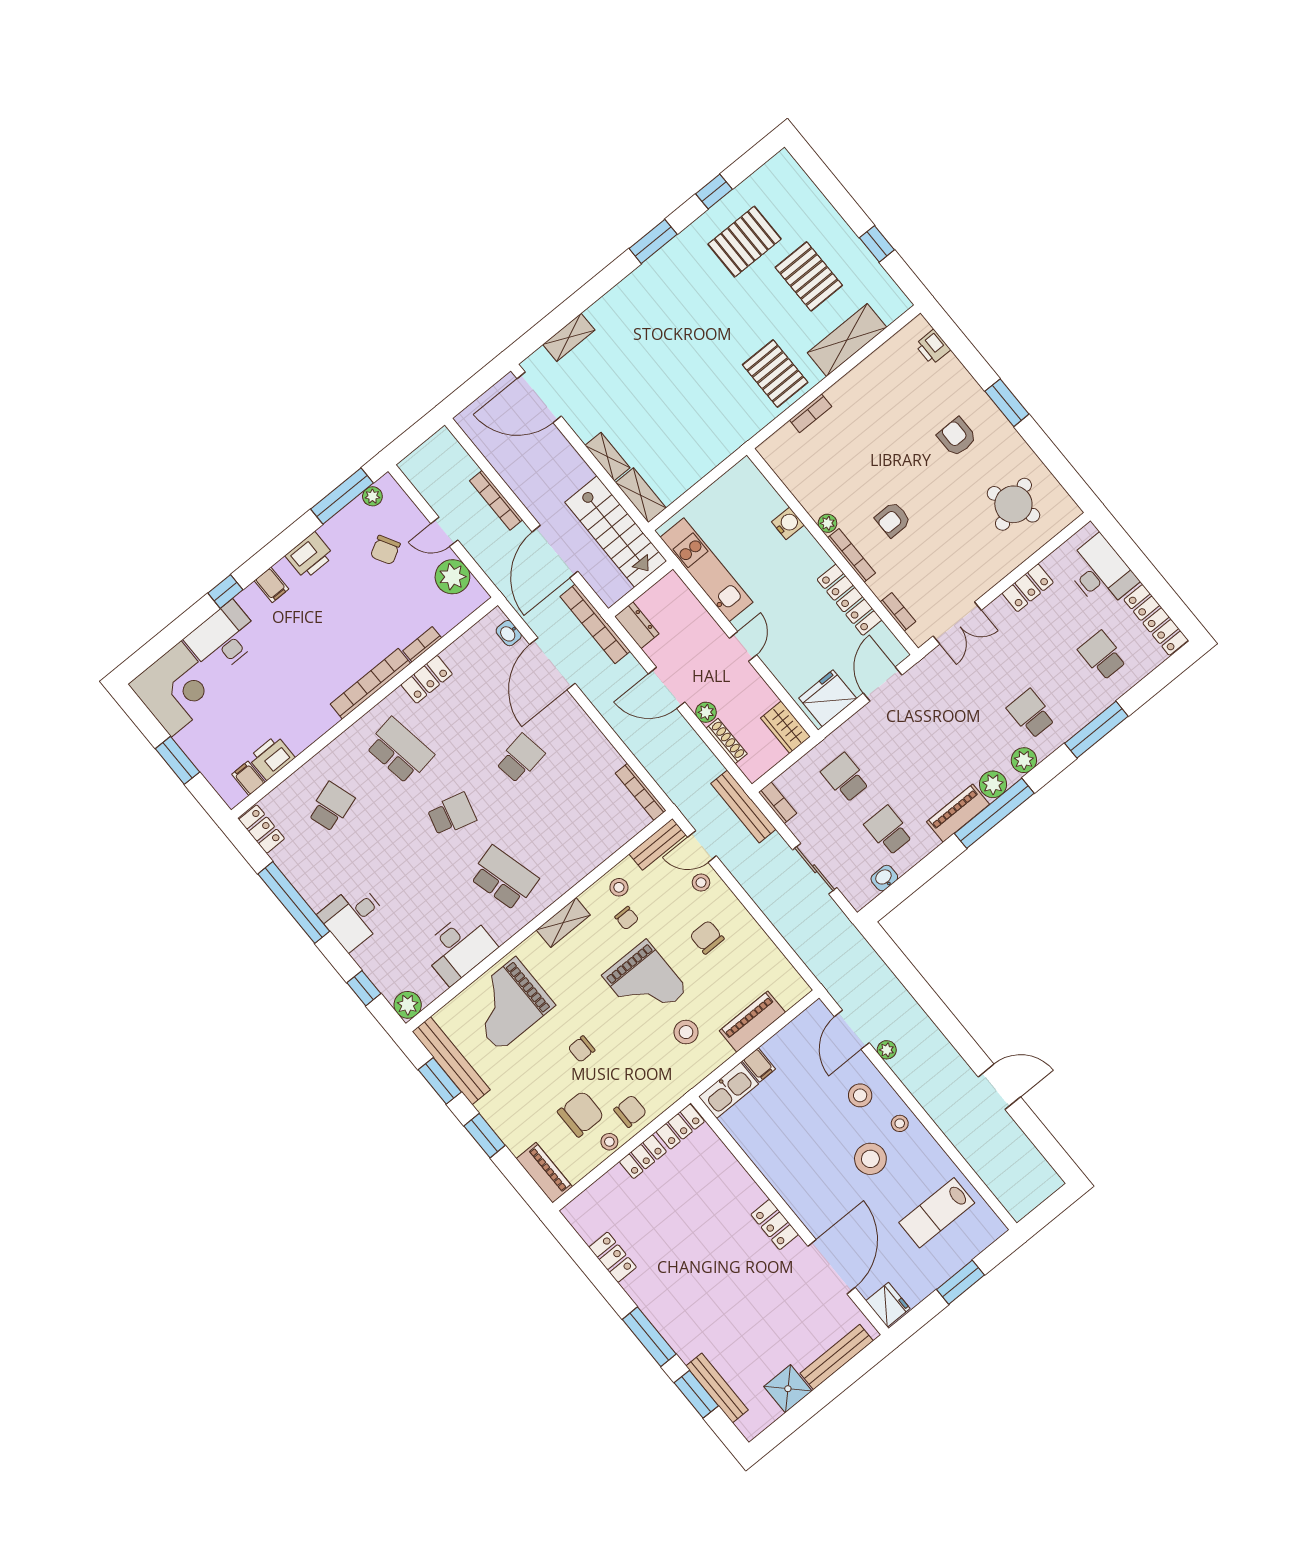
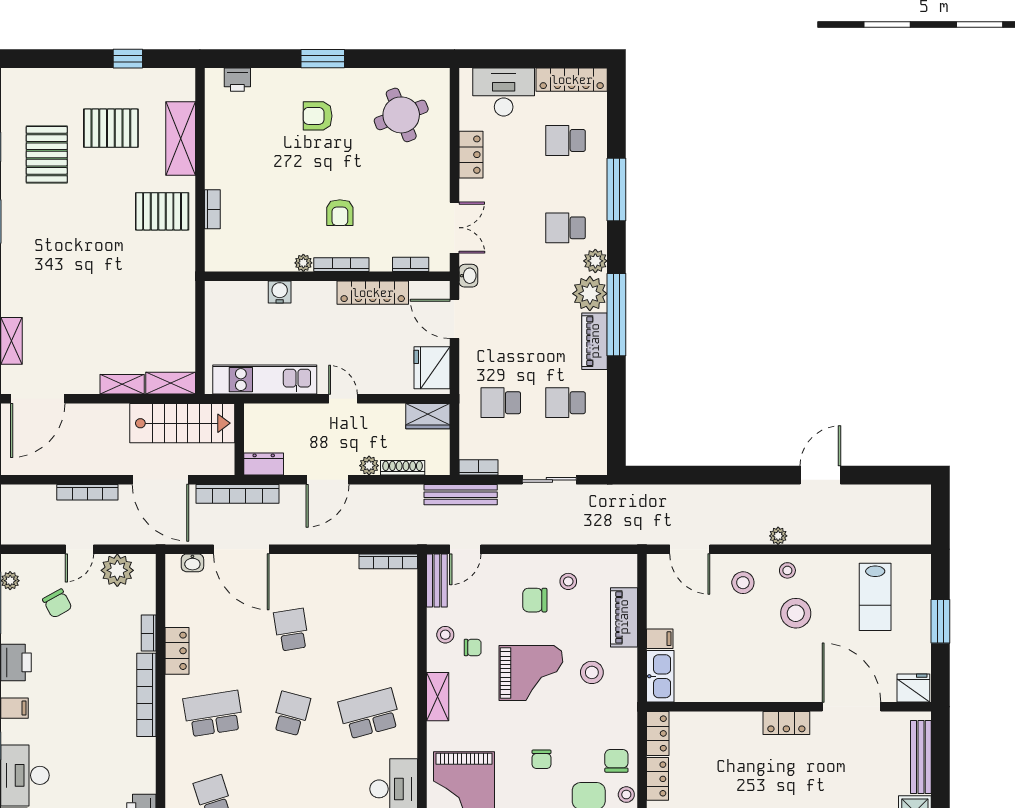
plant: (993, 784) -> (590, 294), width x1.36, depth x1.36
washbasin: (884, 878) -> (468, 276), moved, turned 180
stool: (701, 883) -> (568, 581), moved
plant: (887, 1050) -> (778, 536), moved

